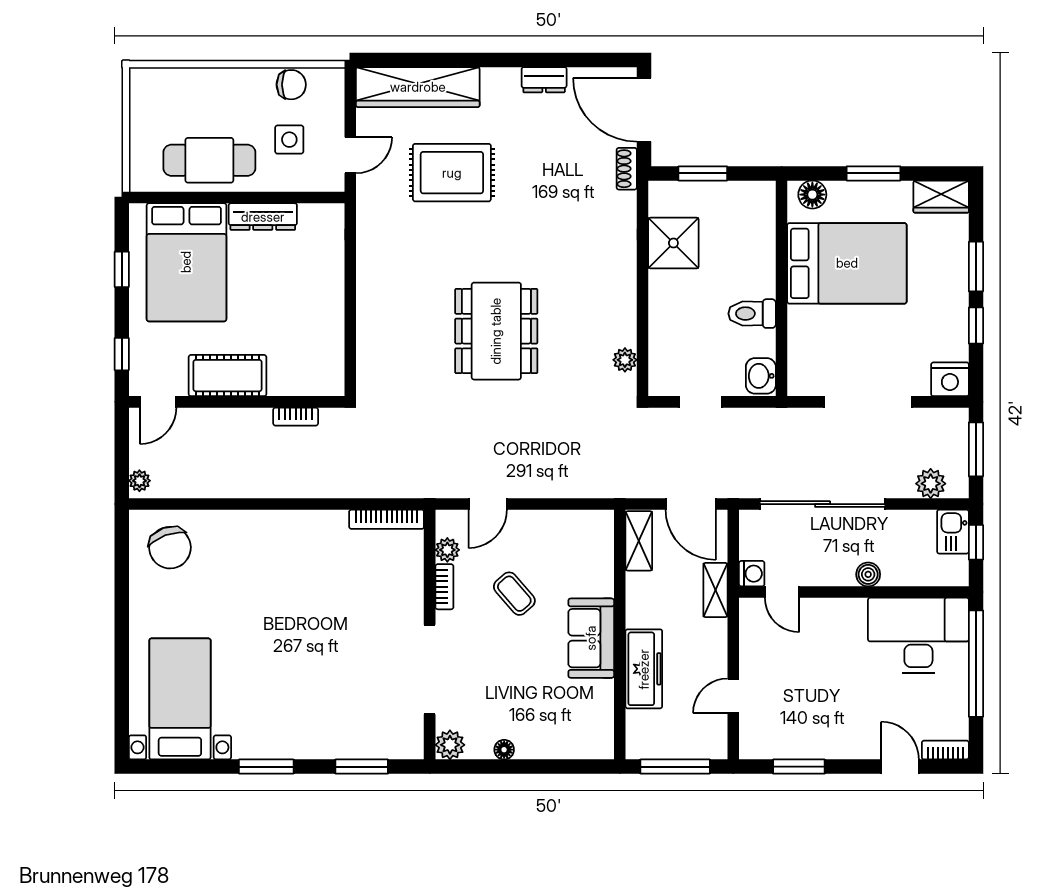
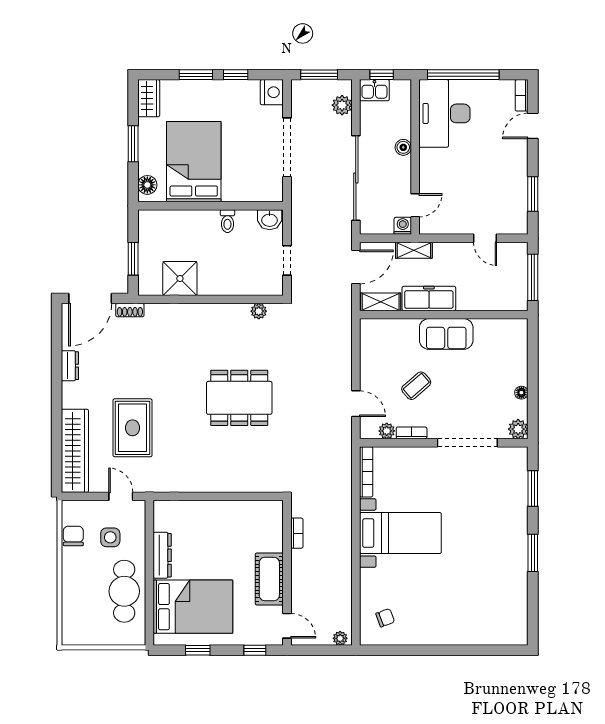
toilet: (752, 314) -> (227, 221), width x0.73, depth x0.72
chair: (170, 548) -> (385, 618), width x0.54, depth x0.54
freezer: (644, 669) -> (429, 298), moved
bed with nightstands: (180, 699) -> (400, 533), moved, turned 180

